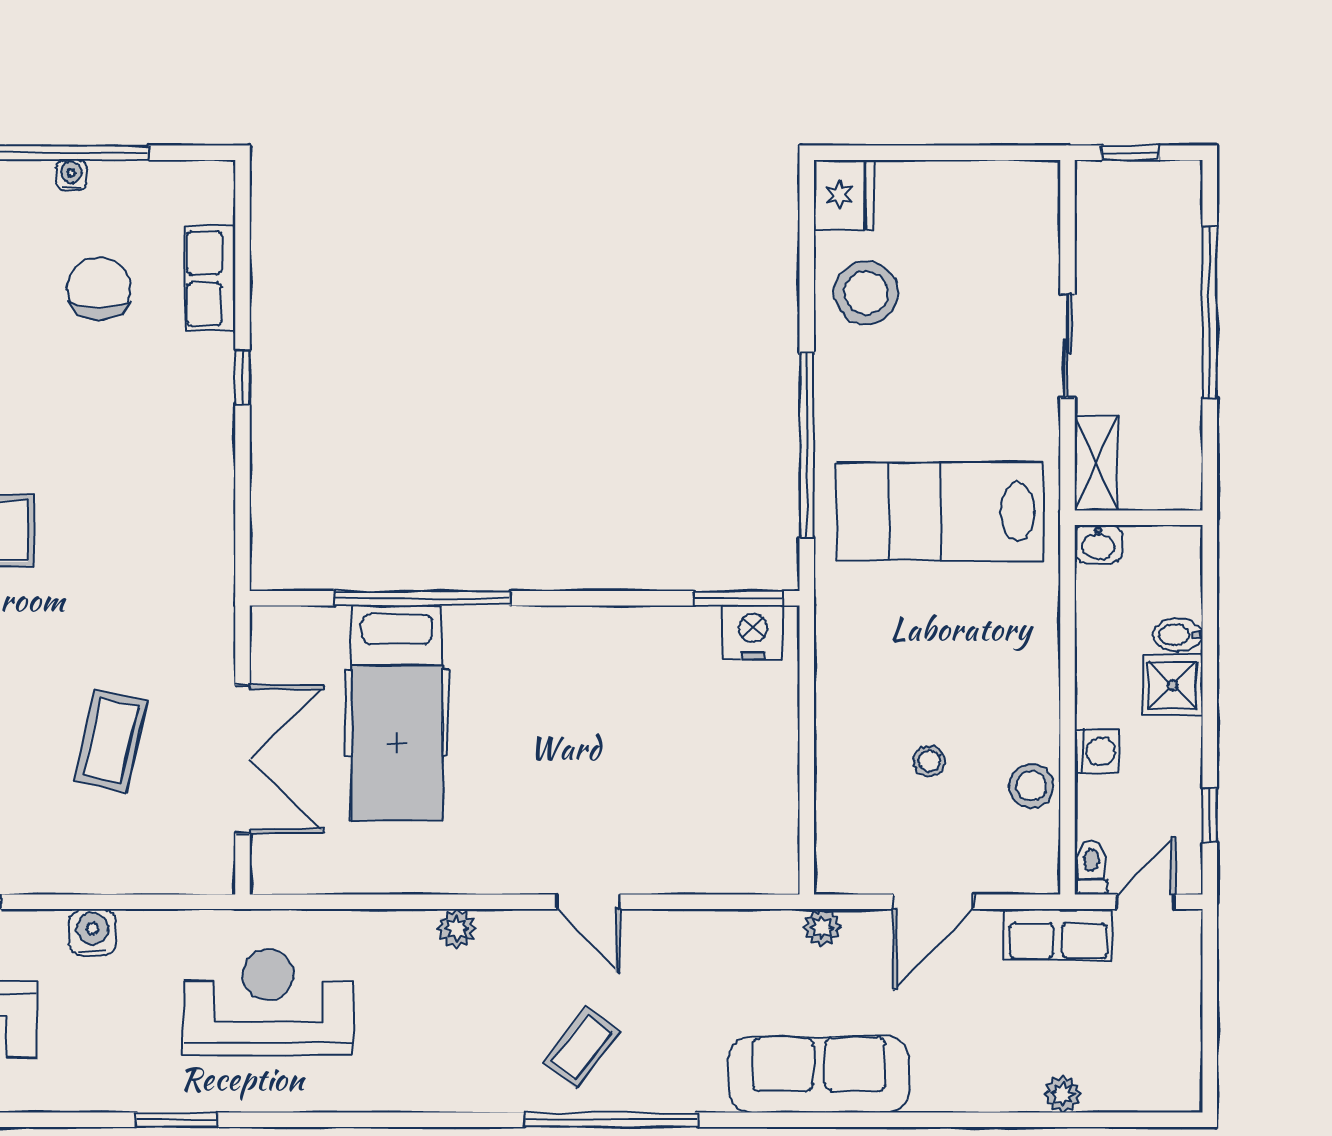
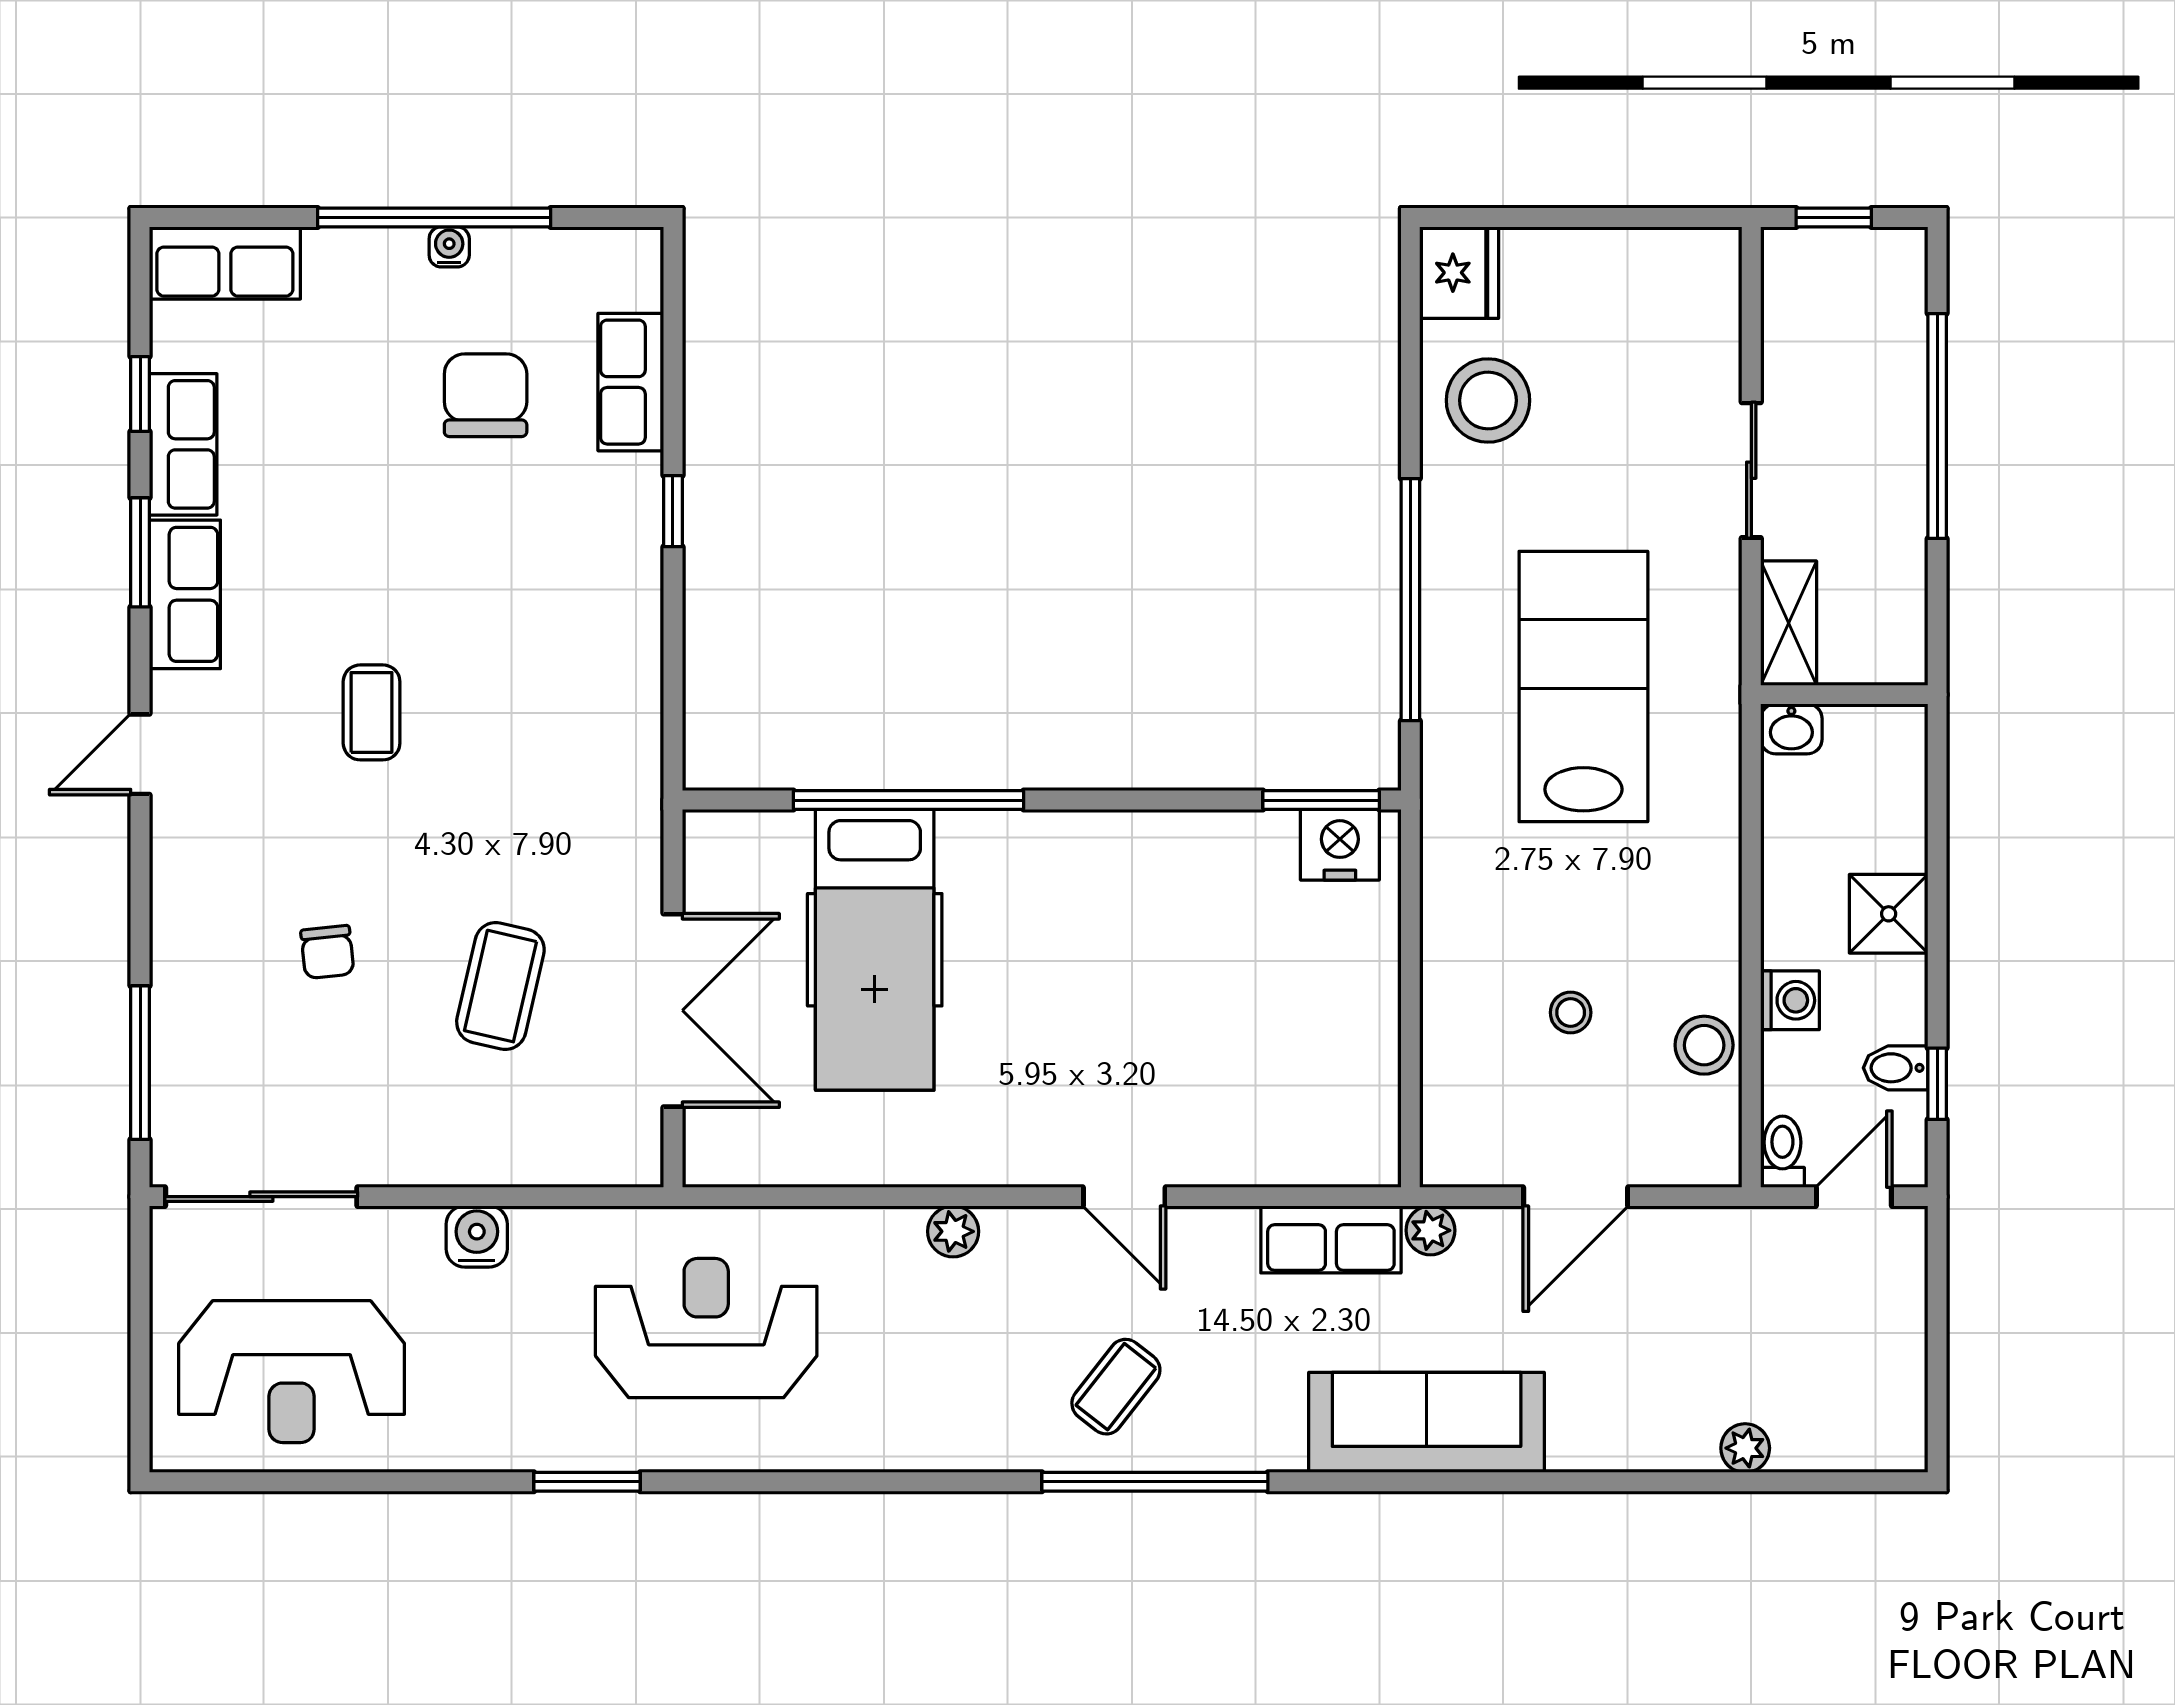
lab bench: (939, 512) -> (1583, 687), turned 90
bidet: (1178, 635) -> (1896, 1068), moved
row of seats: (1058, 935) -> (1331, 1239), moved

